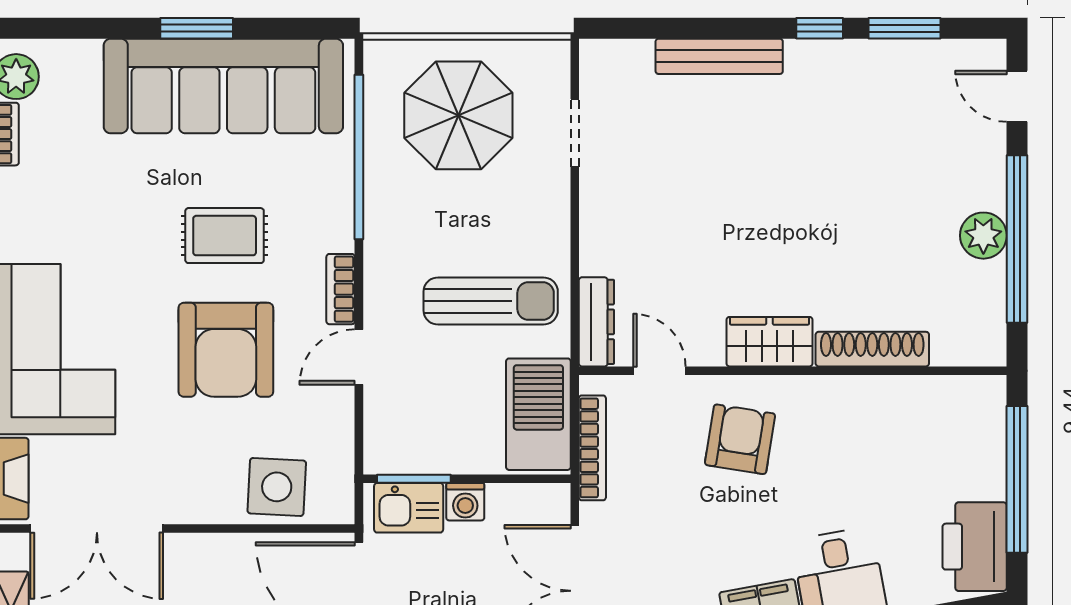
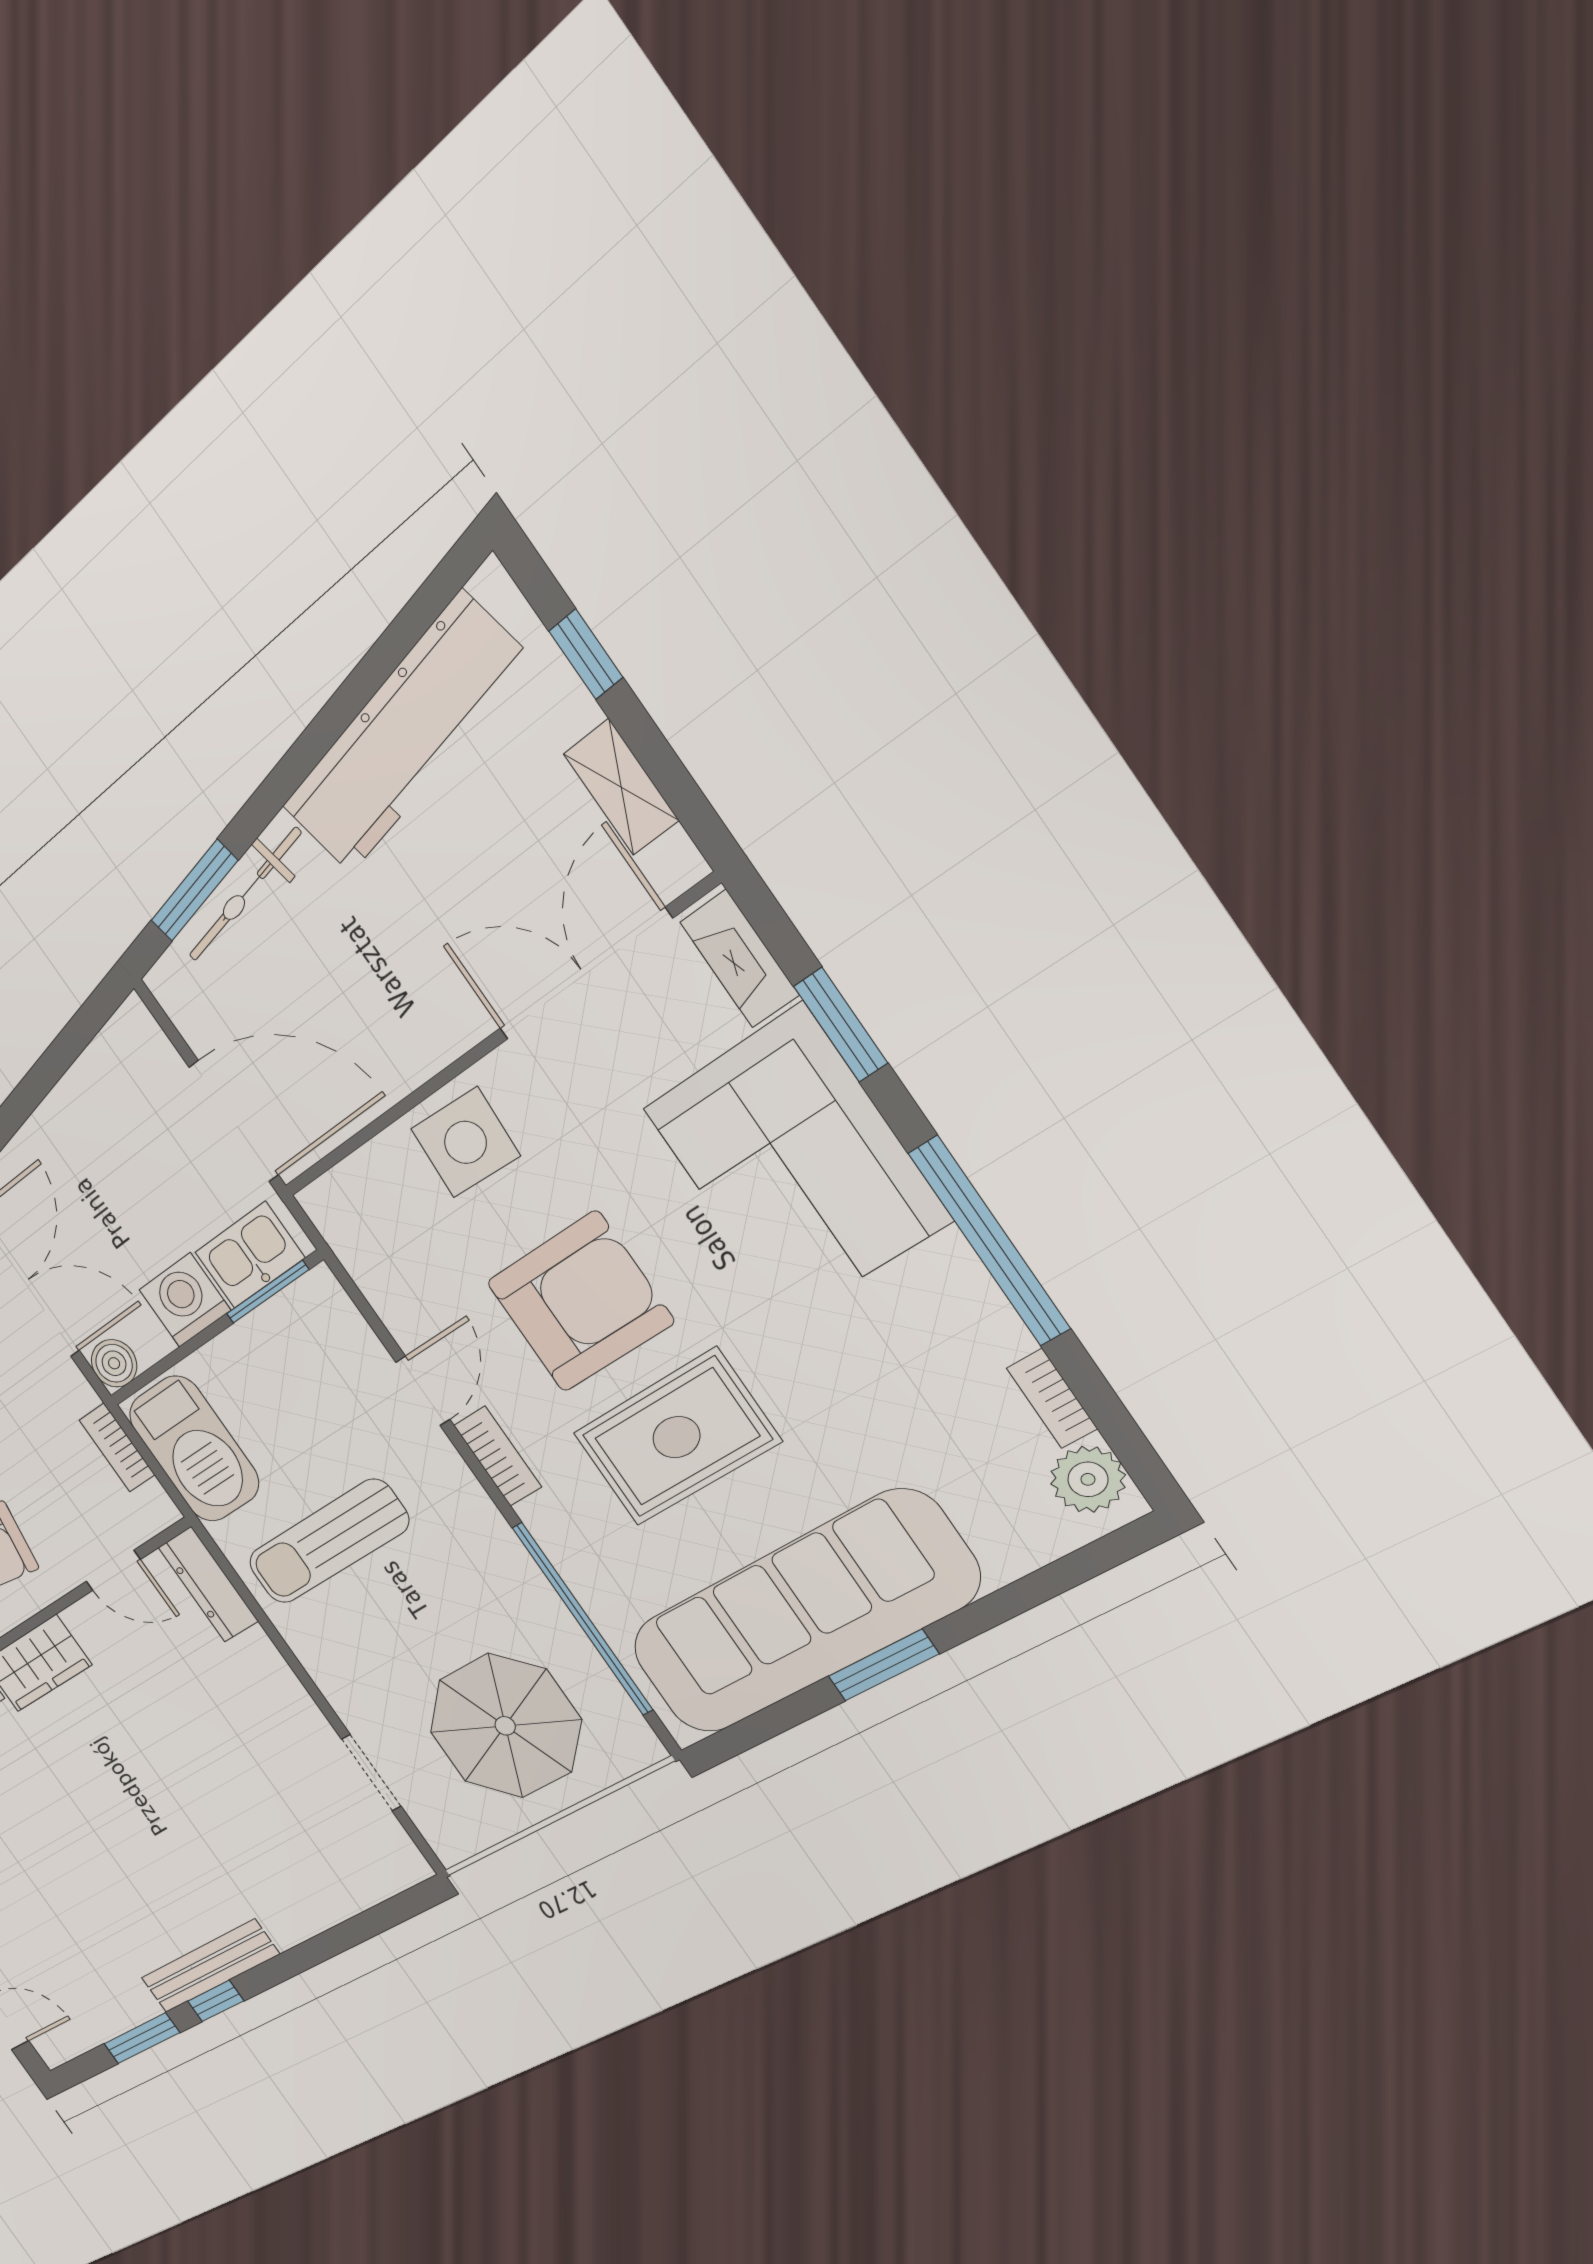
bench: (719, 56) -> (210, 1966), moved
rug: (225, 236) -> (676, 1437), width x1.36, depth x1.43
armchair: (226, 350) -> (580, 1302), turned 90
bookcase: (592, 448) -> (117, 1447), width x0.64
side table: (277, 487) -> (465, 1142), moved
boiler: (552, 501) -> (114, 1363), added
washing machine: (465, 502) -> (185, 1300), width x1.38, depth x1.38

